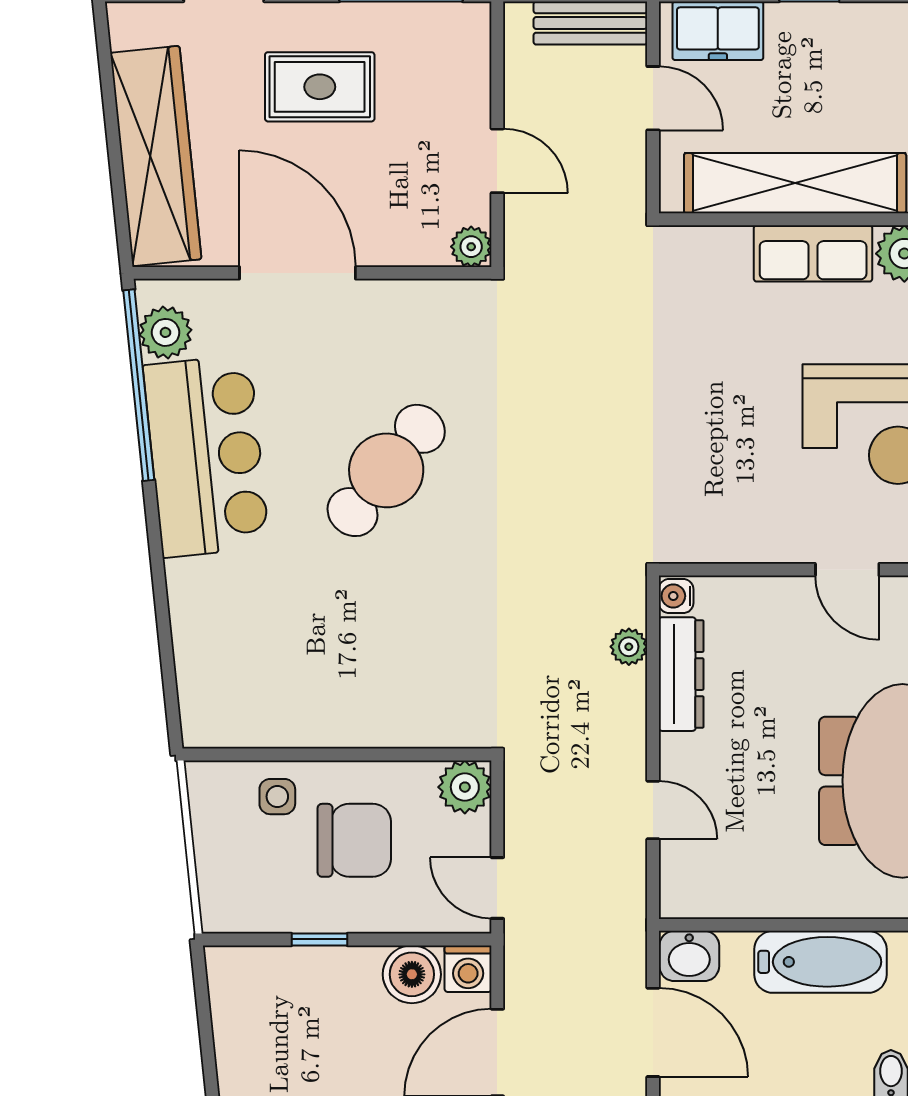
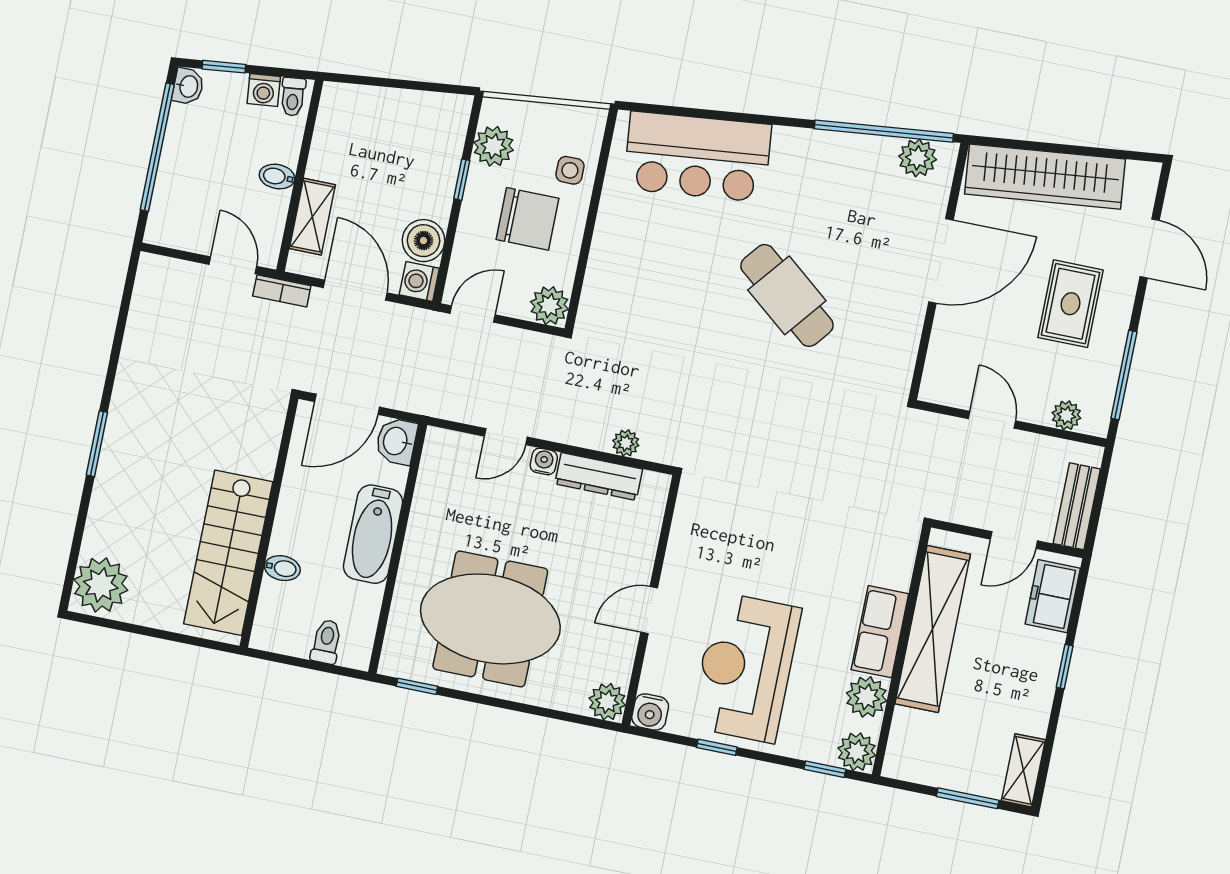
door: (497, 161) -> (992, 420), swing flipped
plant: (471, 247) -> (1066, 415), moved
bar counter: (206, 456) -> (697, 157), moved
water cooler: (676, 596) -> (544, 461), moved
chair: (354, 840) -> (528, 219), turned -90
plant: (266, 906) -> (494, 146), added

